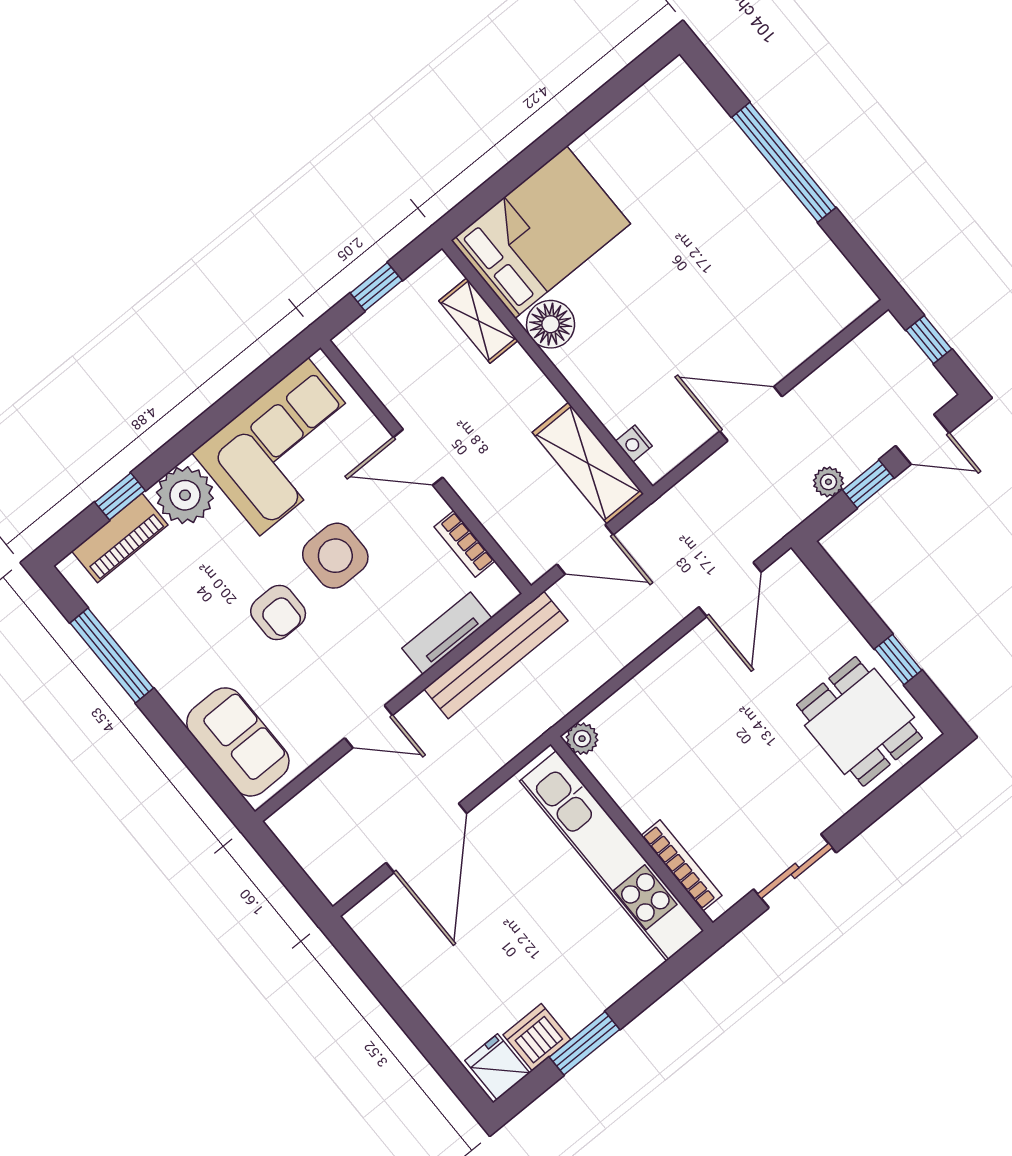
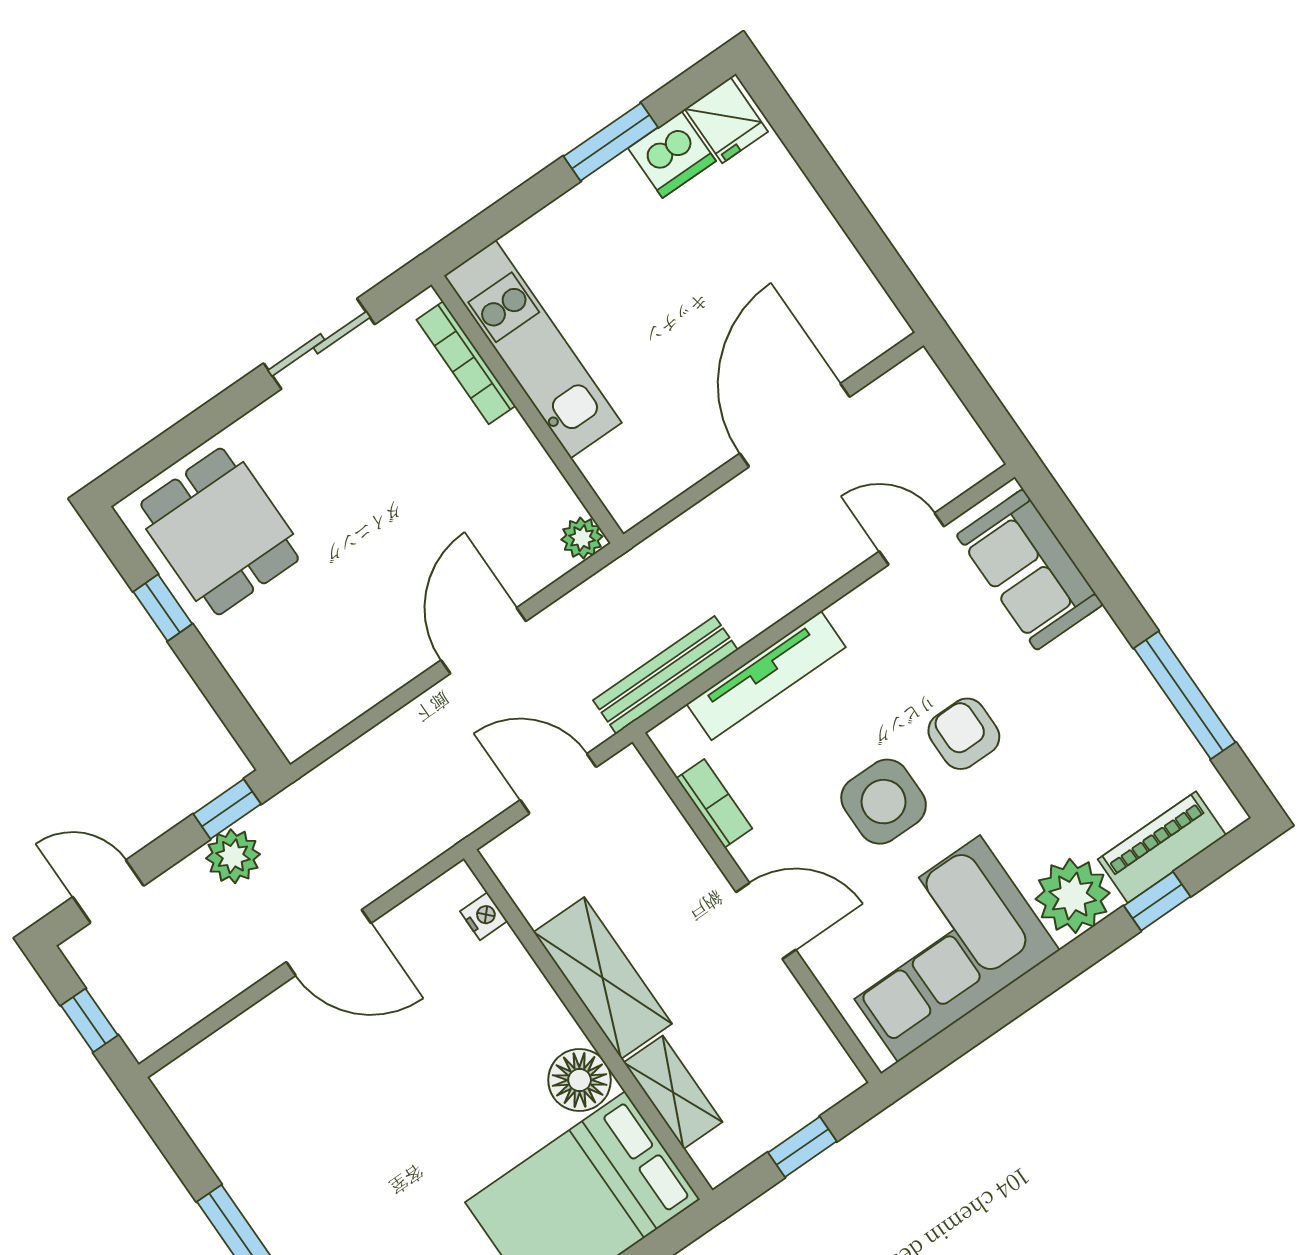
shelving: (588, 463) -> (603, 978), moved
plant: (828, 482) -> (233, 856), width x1.38, depth x1.38
window: (868, 484) -> (227, 809), moved
door: (730, 589) -> (483, 641), moved
tv unit: (447, 633) -> (766, 676), width x1.41
bench: (496, 655) -> (665, 675), width x0.73, depth x0.82
door: (369, 727) -> (912, 539), moved
kitchen unit: (612, 856) -> (533, 349), width x0.73

